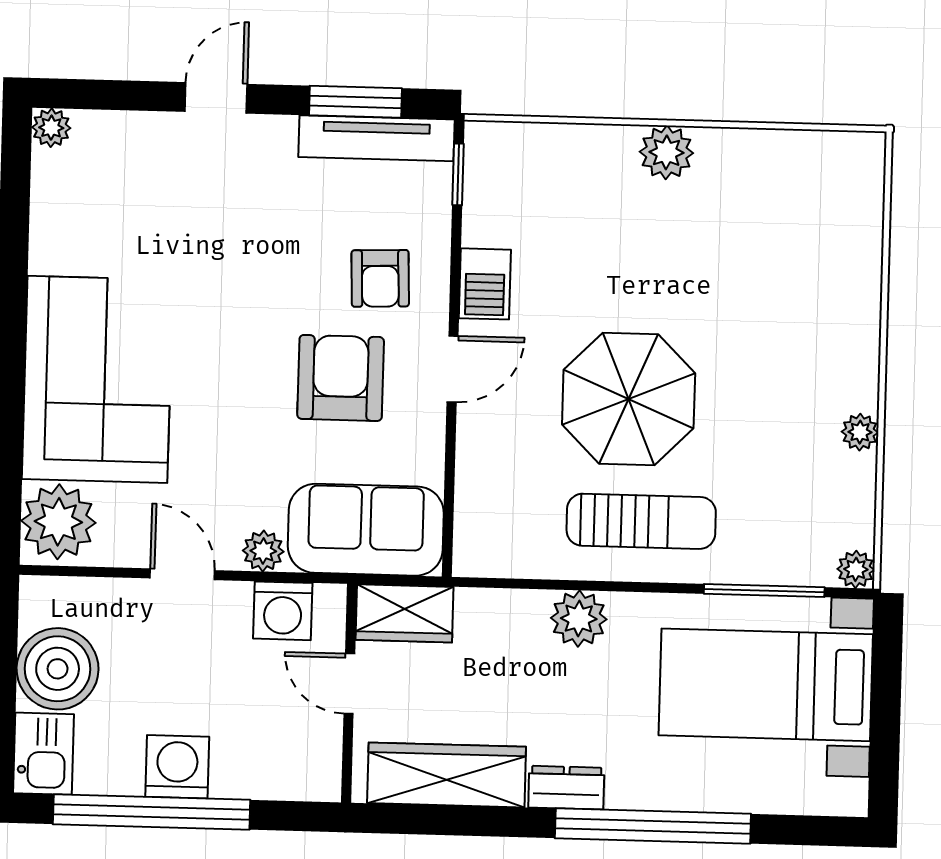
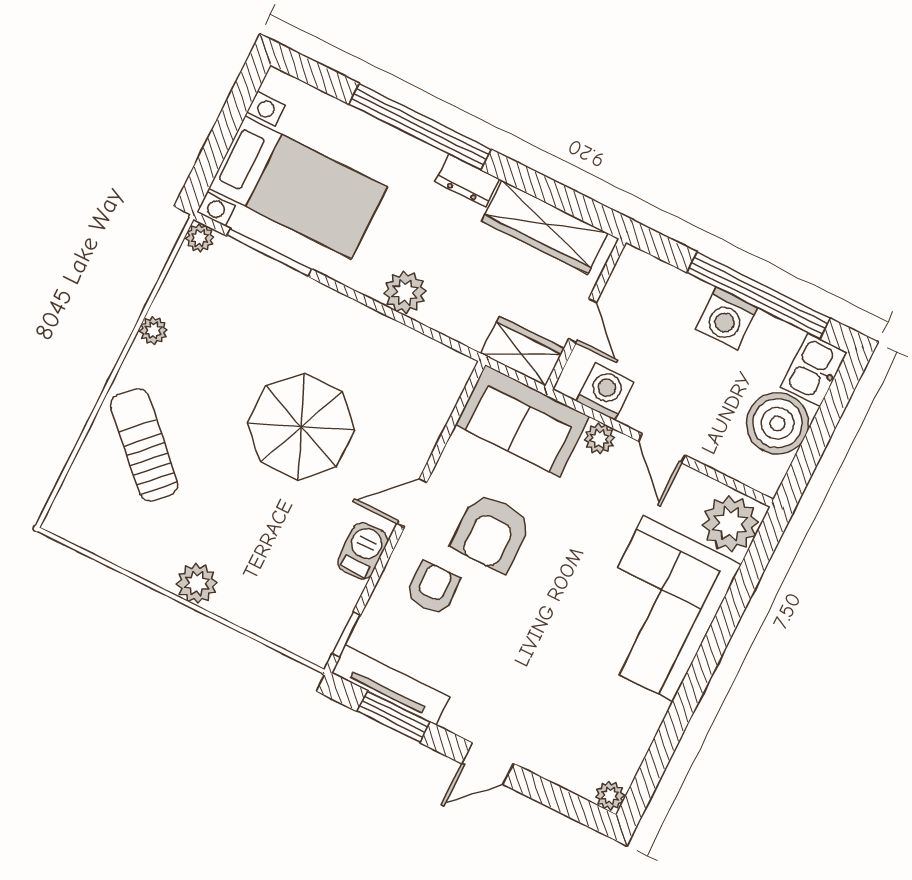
sun lounger: (641, 521) -> (144, 445), moved, turned 45

